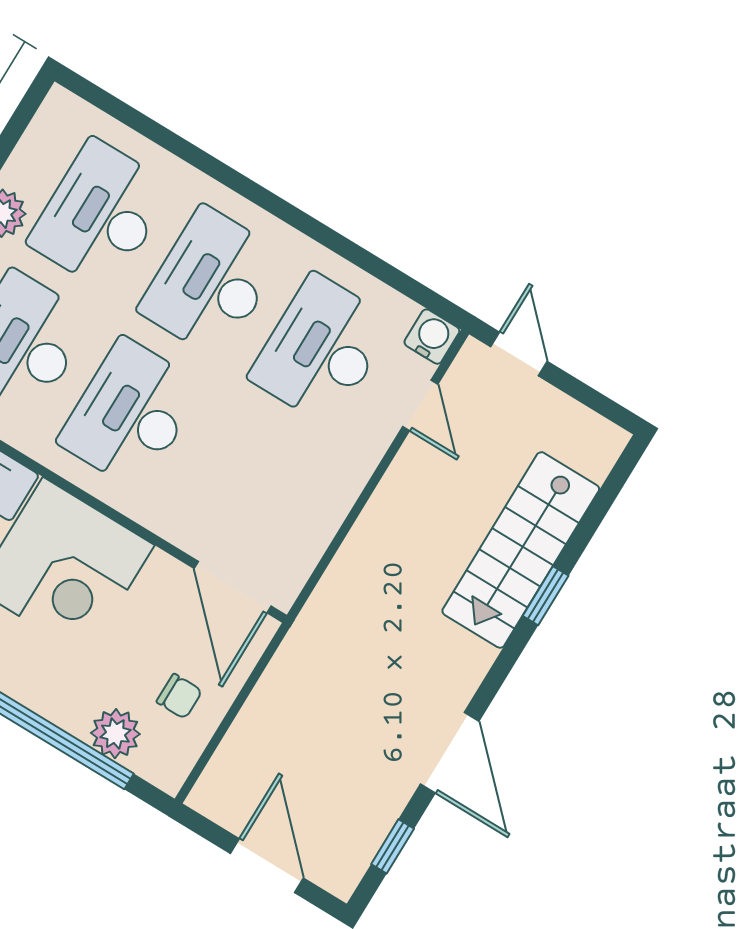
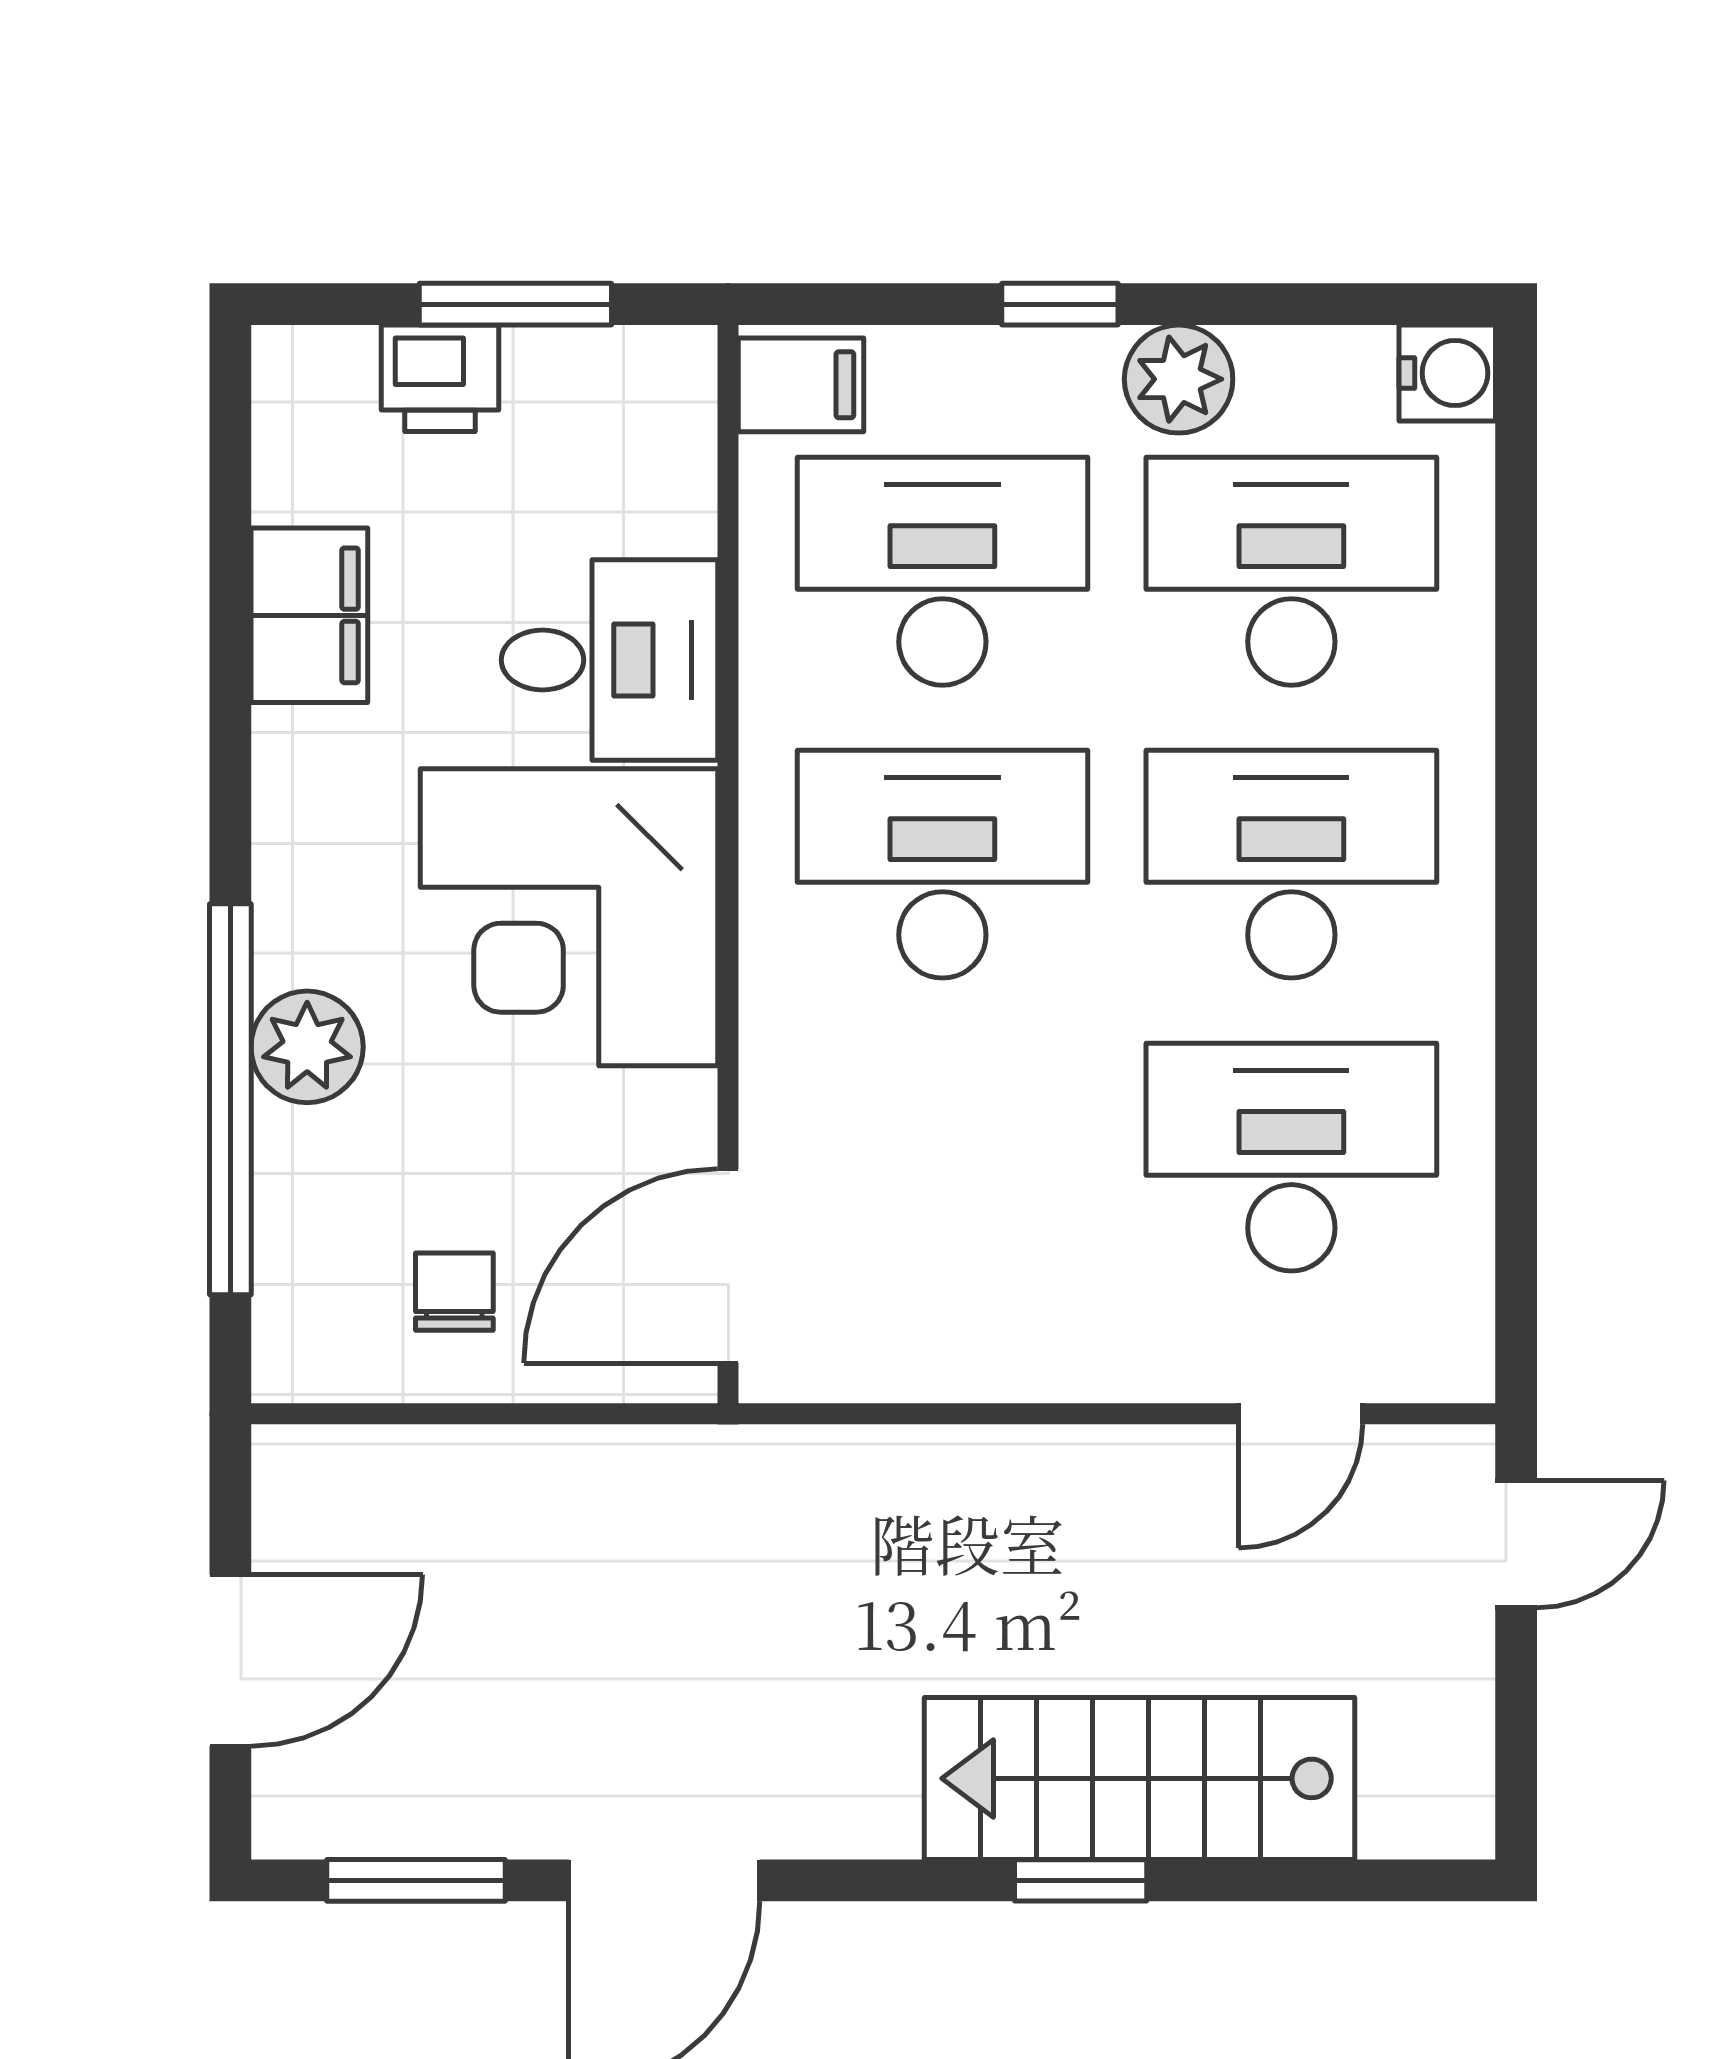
water cooler: (432, 337) -> (1447, 373), moved
chair: (179, 696) -> (454, 1292), turned 180
plant: (115, 734) -> (307, 1047), moved
window: (393, 846) -> (416, 1880), width x1.50

